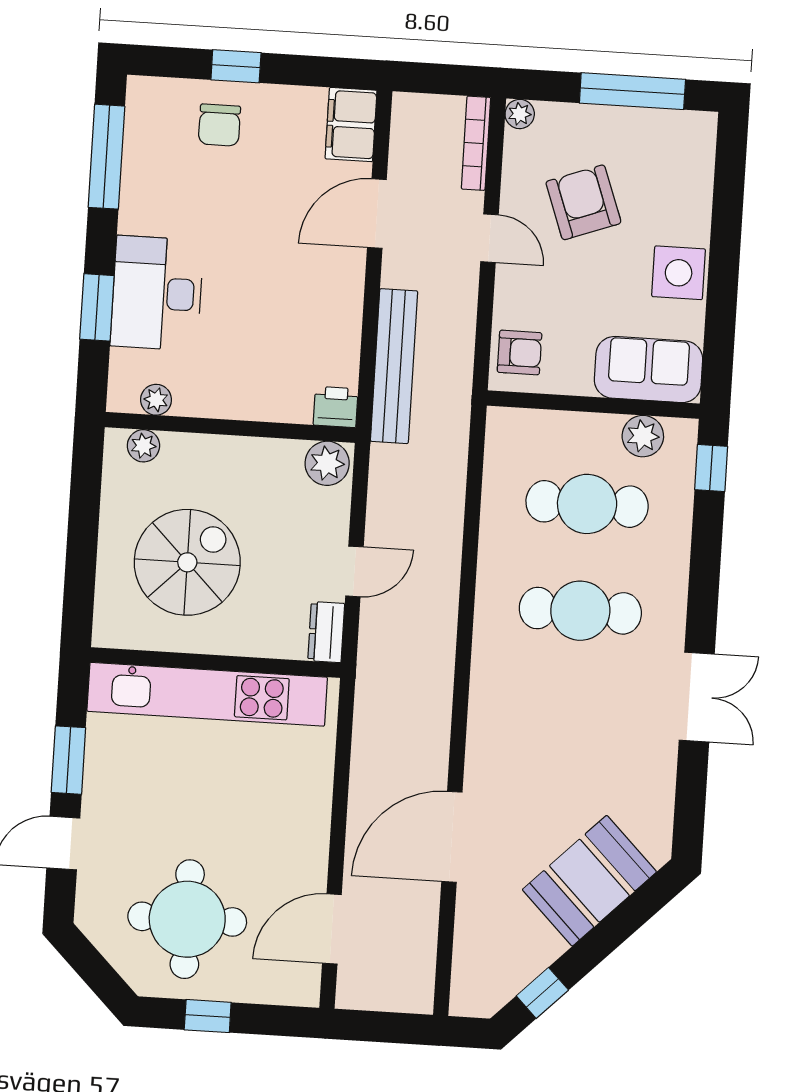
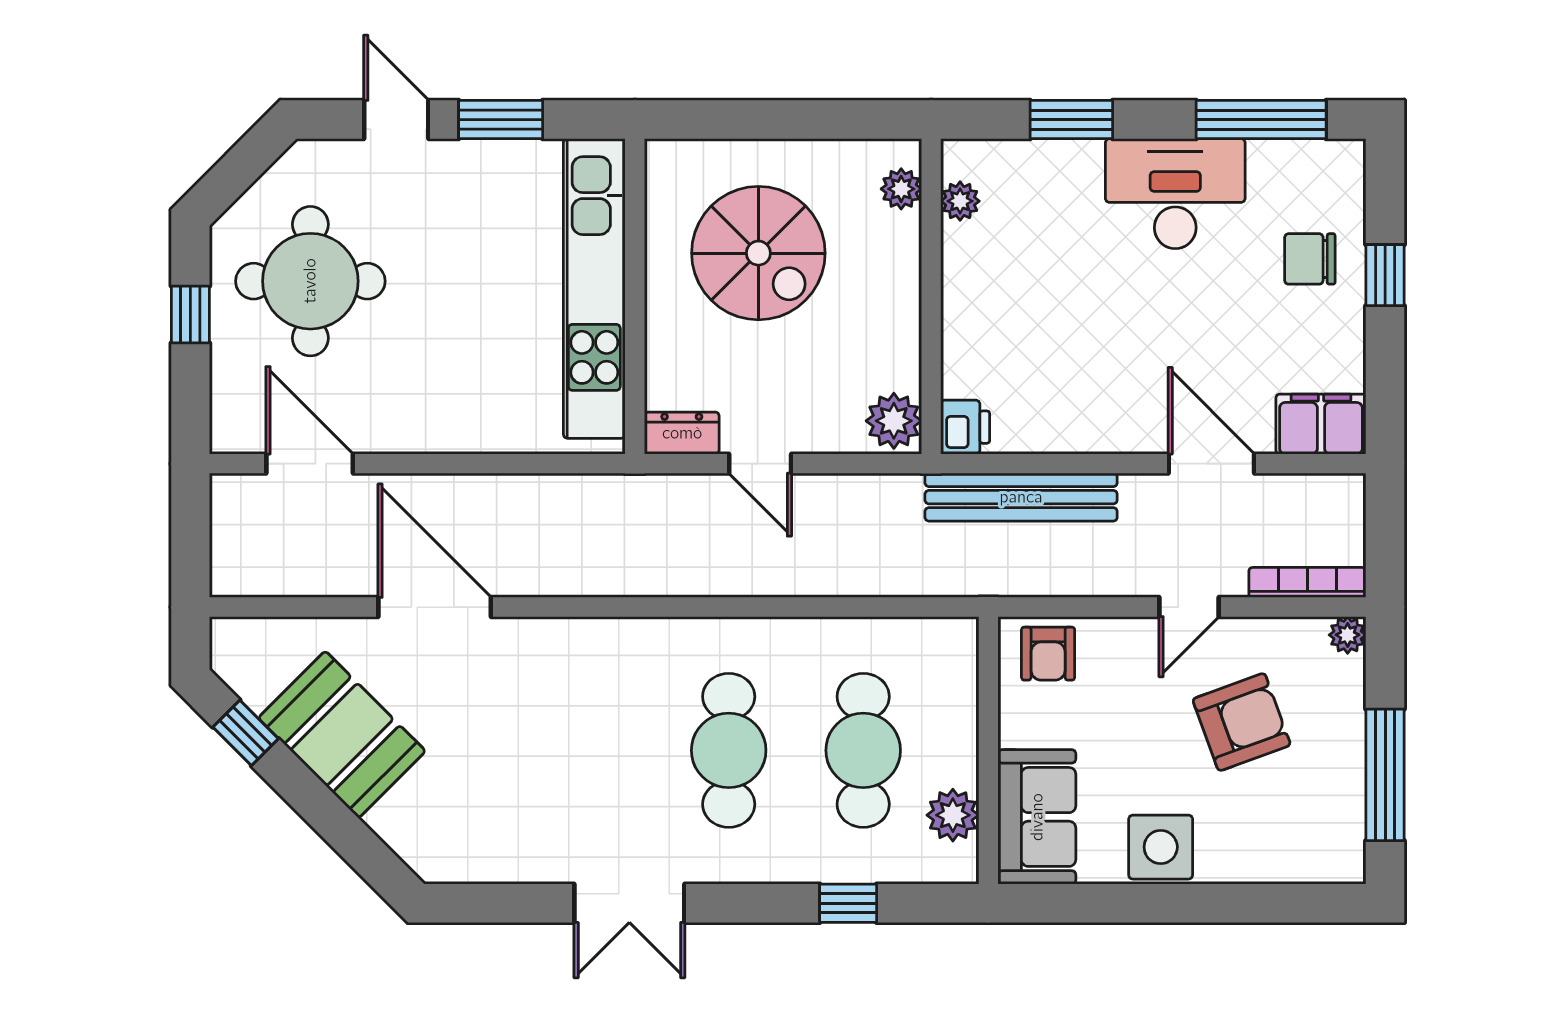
desk: (157, 293) -> (1175, 194), moved
window: (711, 468) -> (848, 903), moved
booth: (589, 881) -> (342, 735), moved

